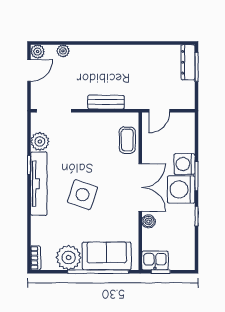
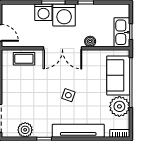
tv unit: (39, 184) -> (78, 131), moved
double door: (140, 187) -> (62, 48), swing flipped
side table: (82, 195) -> (68, 95), width x0.54, depth x0.54
kitchen sink: (155, 261) -> (122, 32), width x1.38

